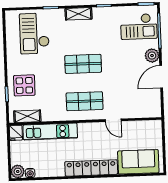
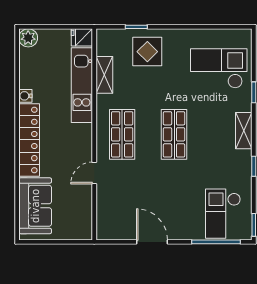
plant: (152, 56) -> (182, 230), removed
shelving: (27, 116) -> (104, 75), moved
water cooler: (30, 173) -> (25, 96), moved

